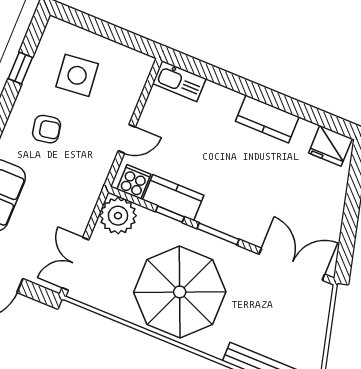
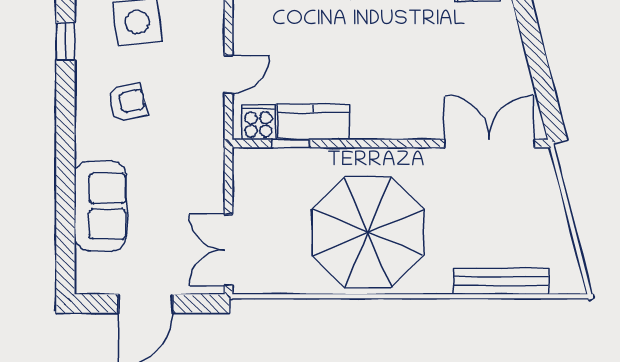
window: (170, 214) -> (291, 143), moved
plant: (118, 216) -> (256, 171), removed
window: (218, 234) -> (386, 143), removed

